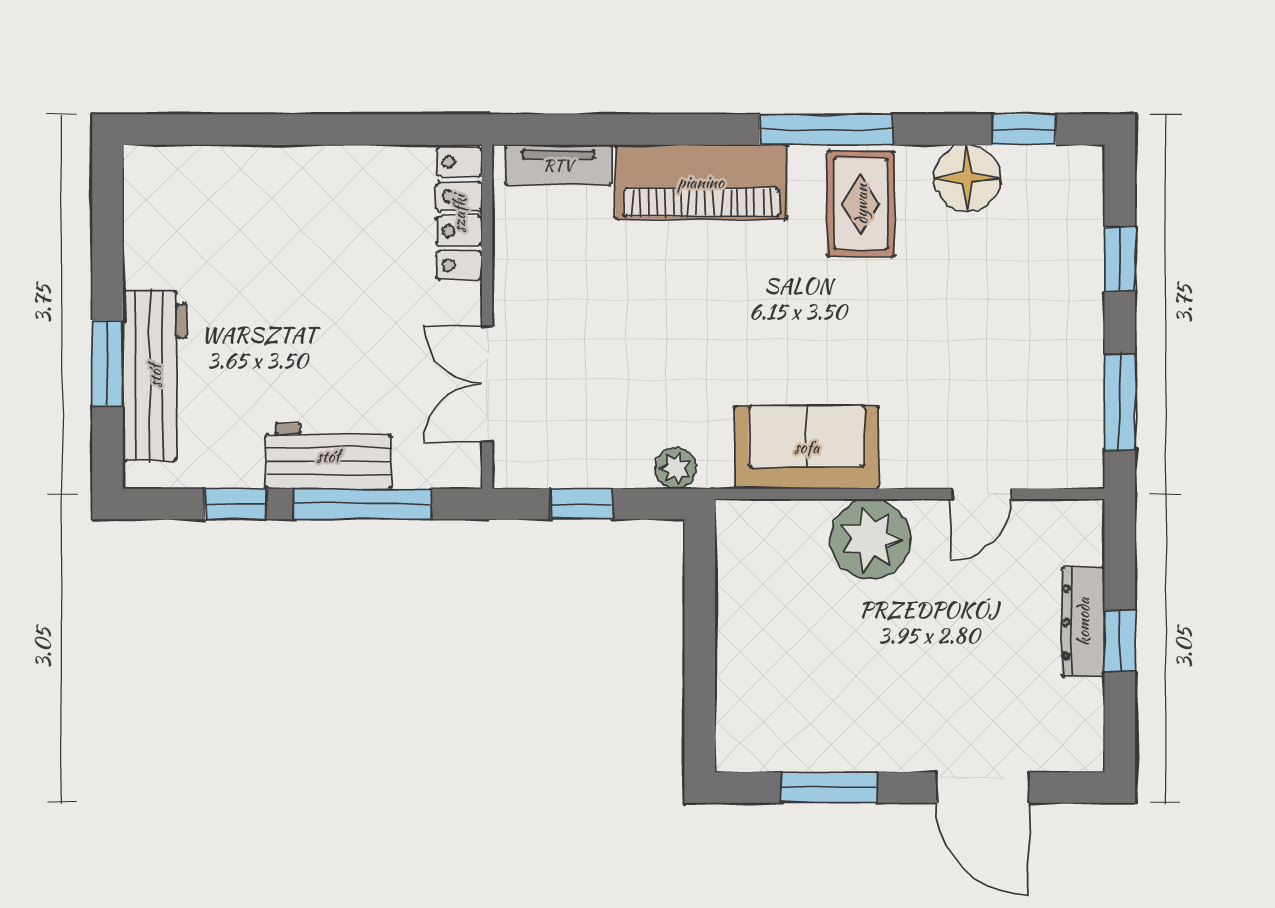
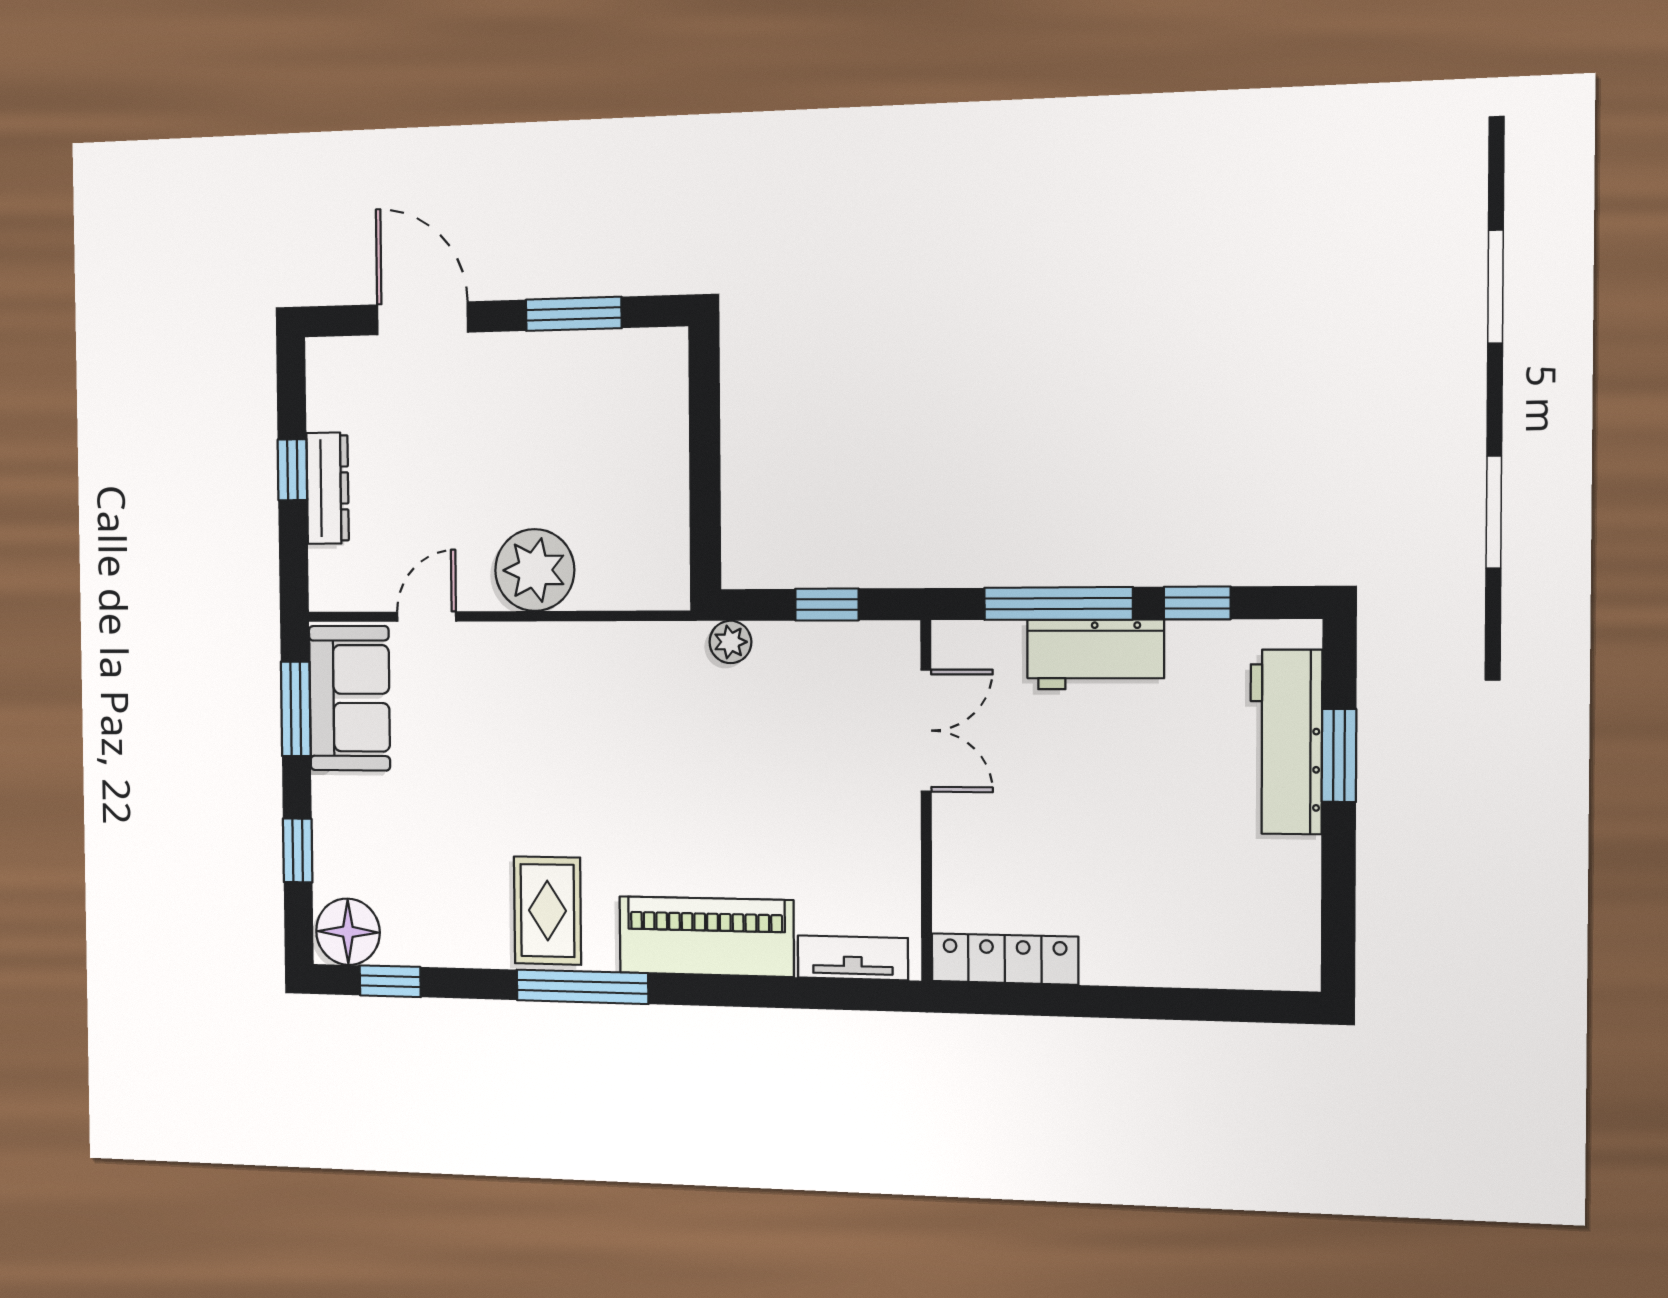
floor lamp: (967, 178) -> (348, 932), moved
locker: (459, 214) -> (1005, 959), moved, turned -90
sofa: (807, 447) -> (349, 698), moved, turned -90

